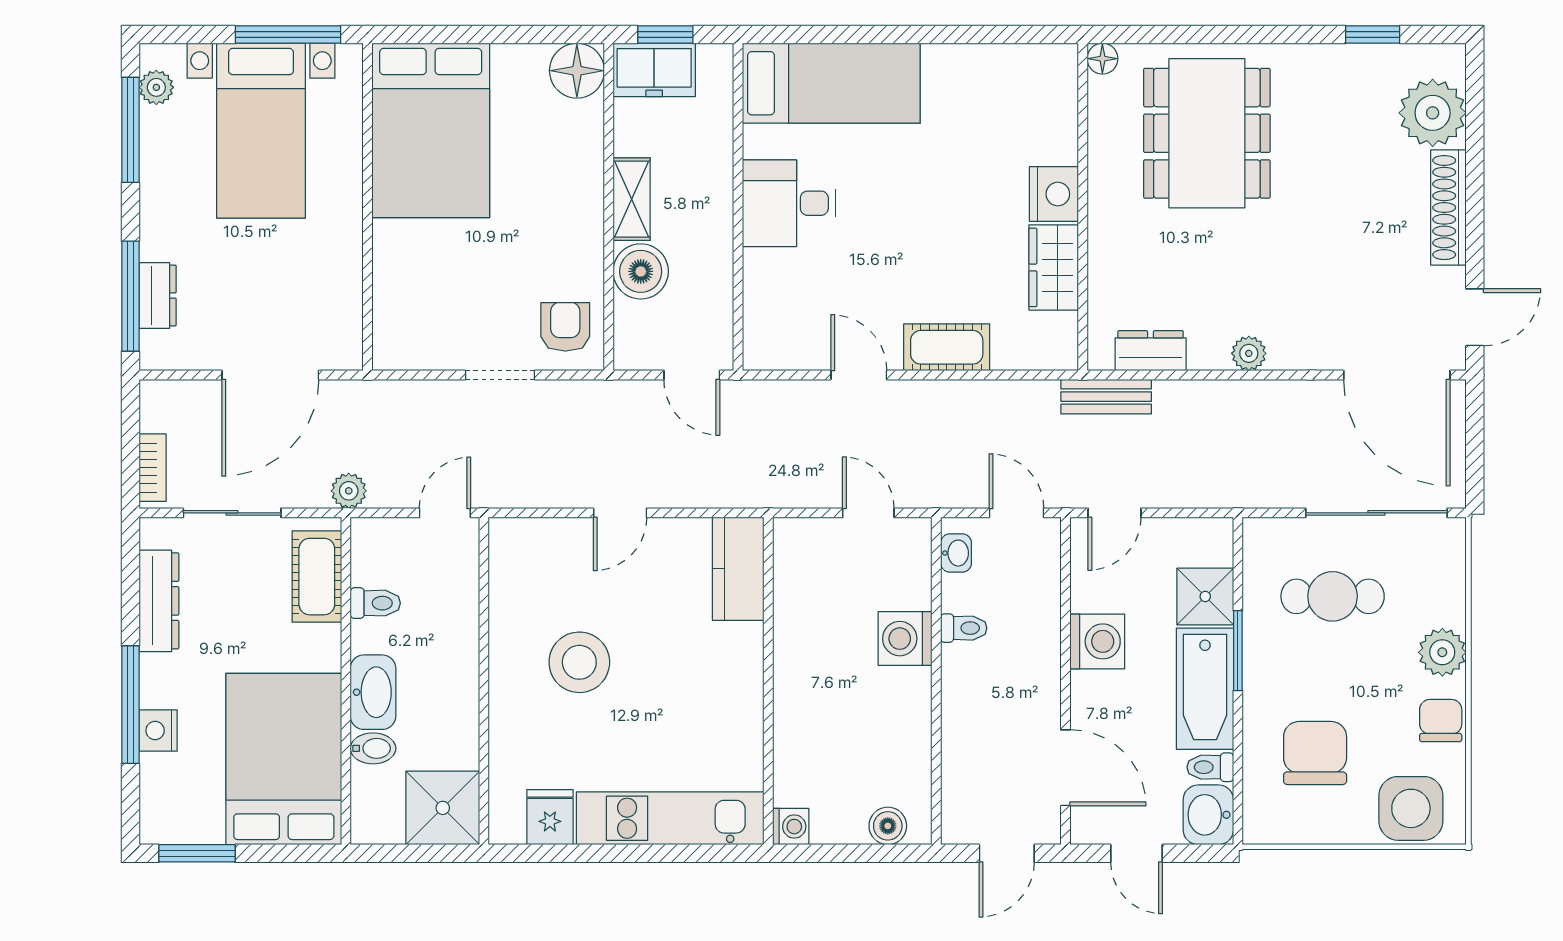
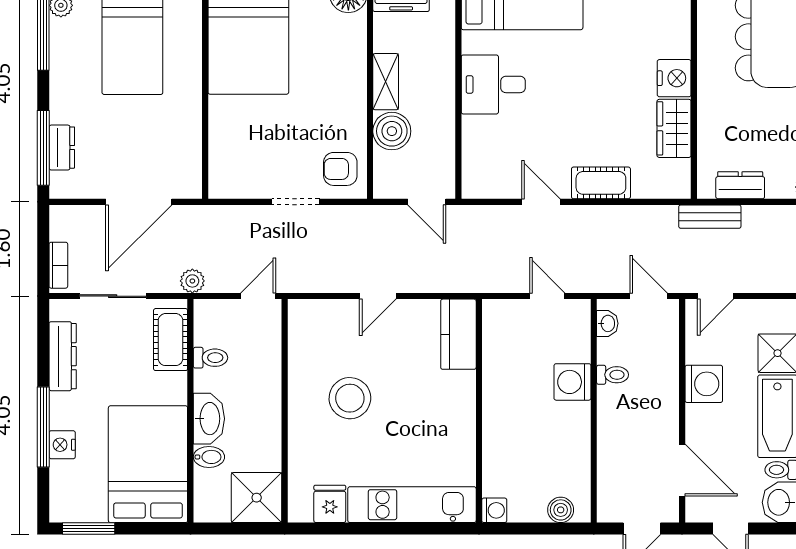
armchair: (565, 327) -> (340, 169), turned -90

